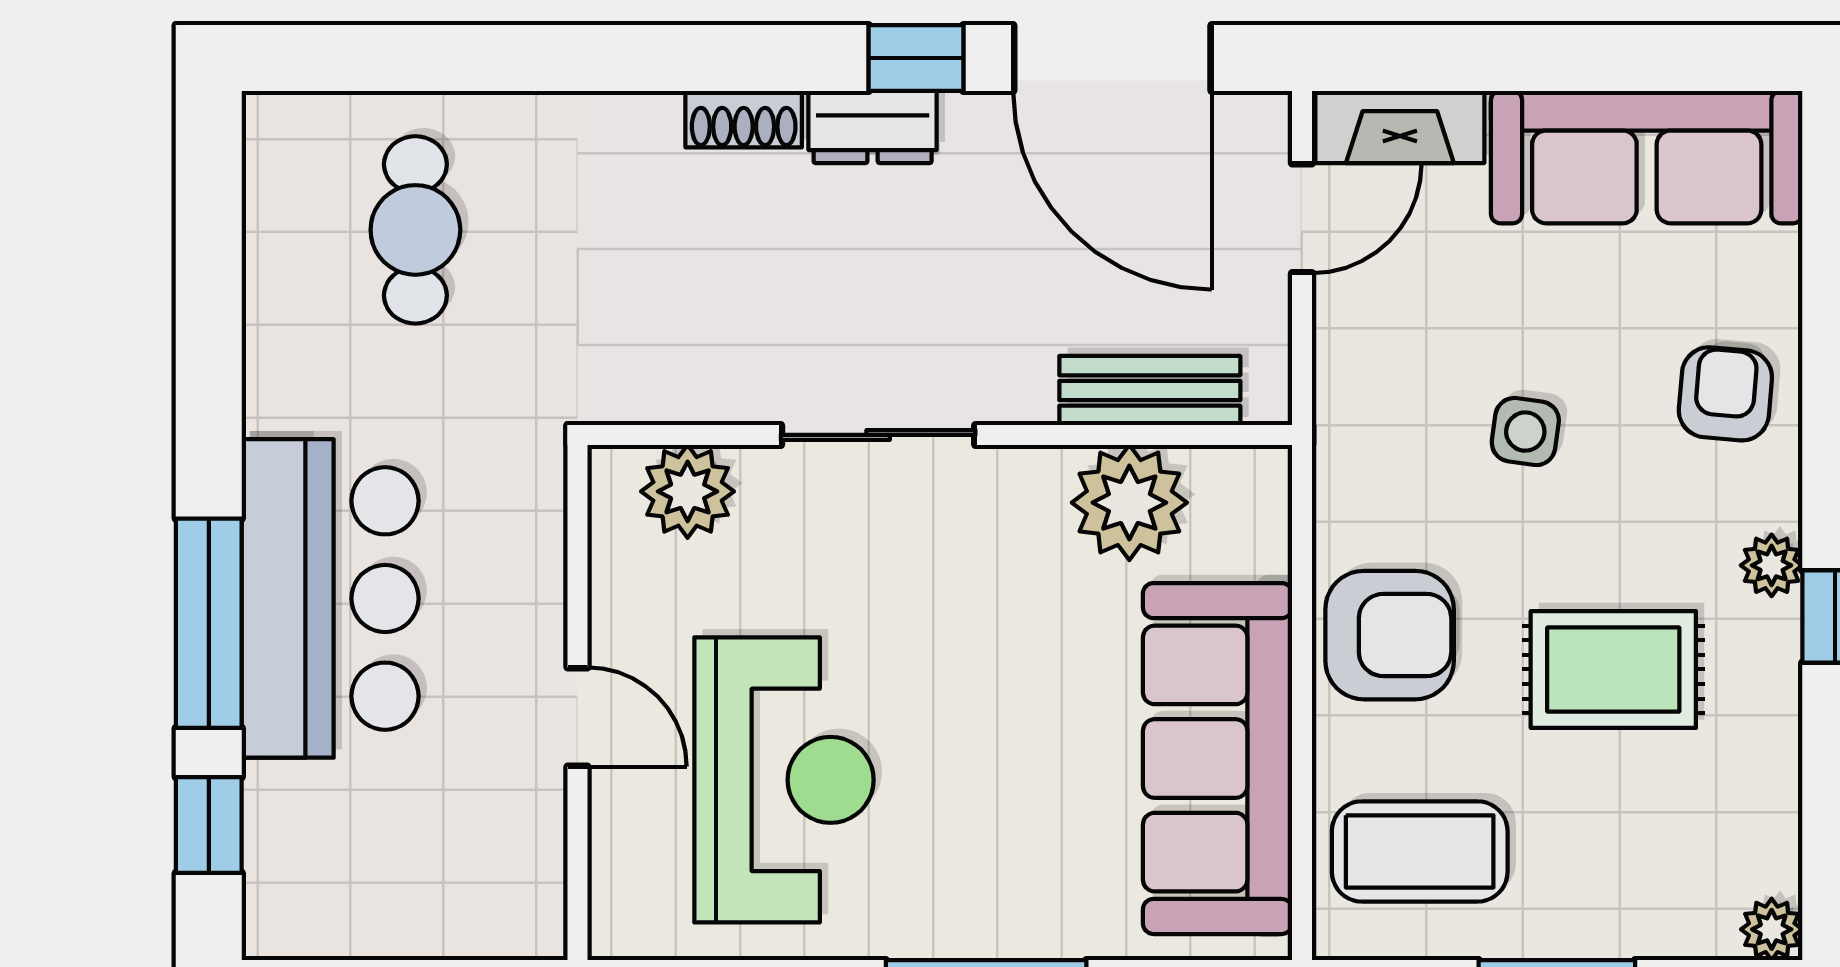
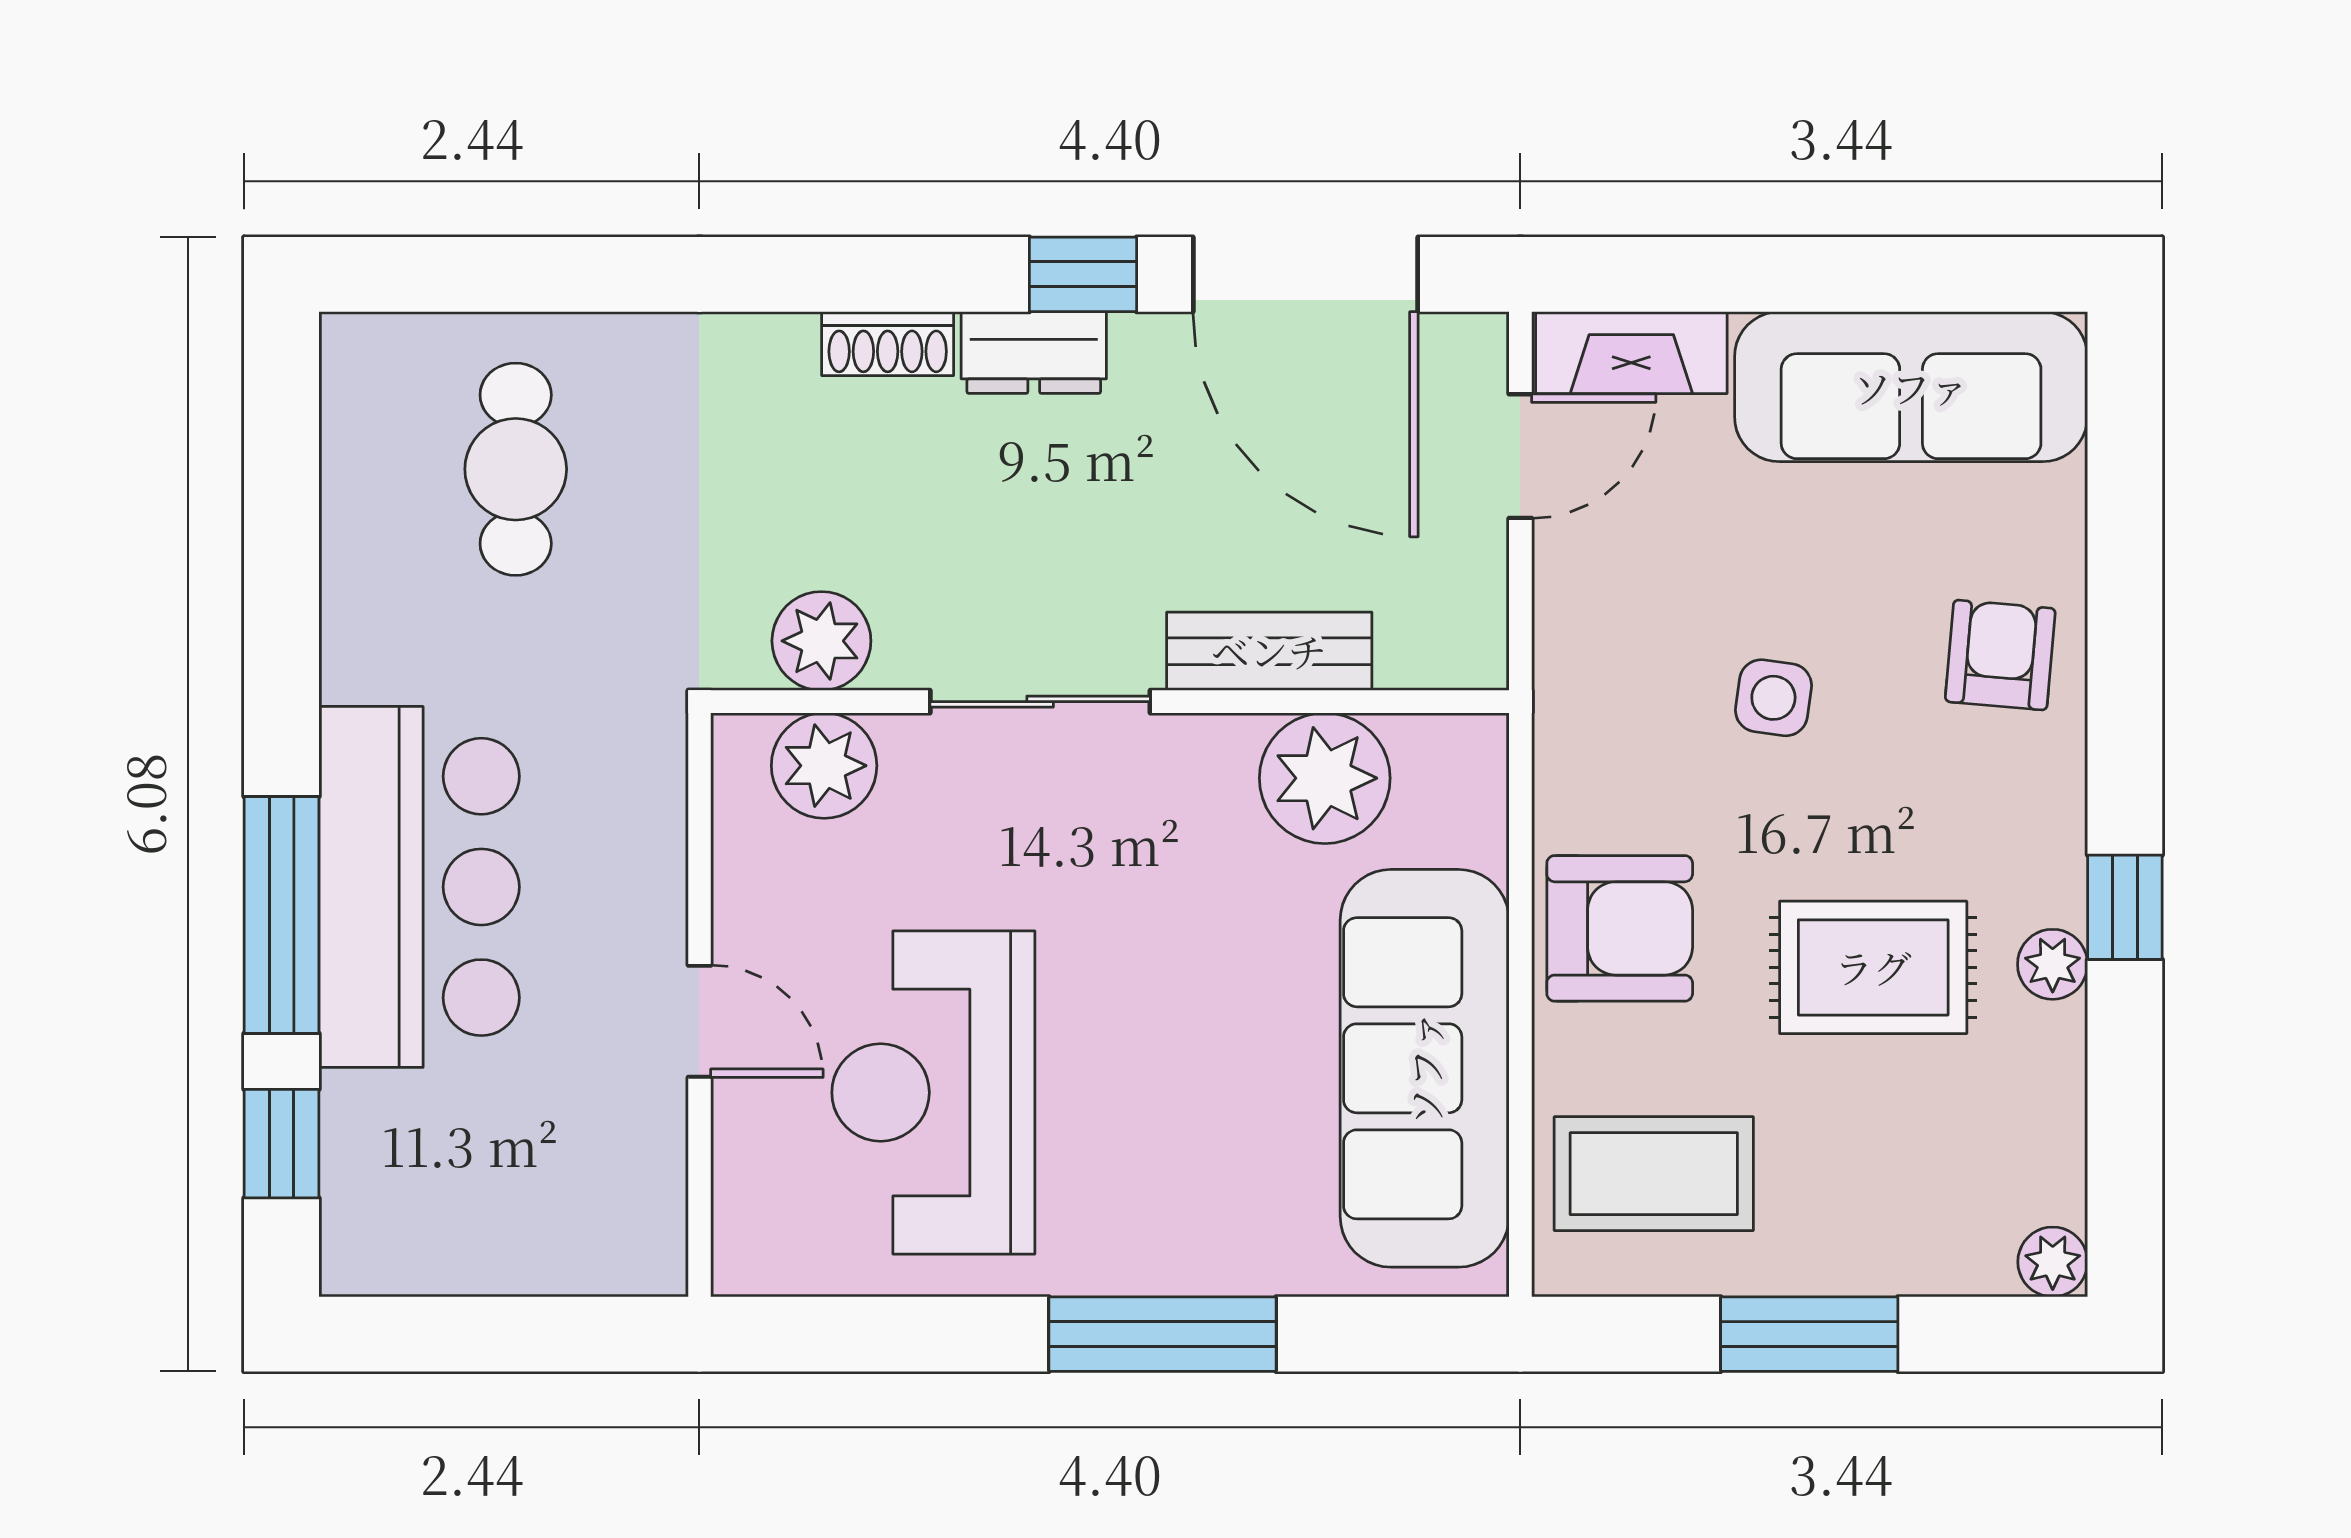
plant: (685, 381) -> (821, 641), added
bench: (1150, 391) -> (1269, 651), moved
plant: (1772, 565) -> (2053, 964), moved
reception desk: (784, 780) -> (933, 1093), turned 180

